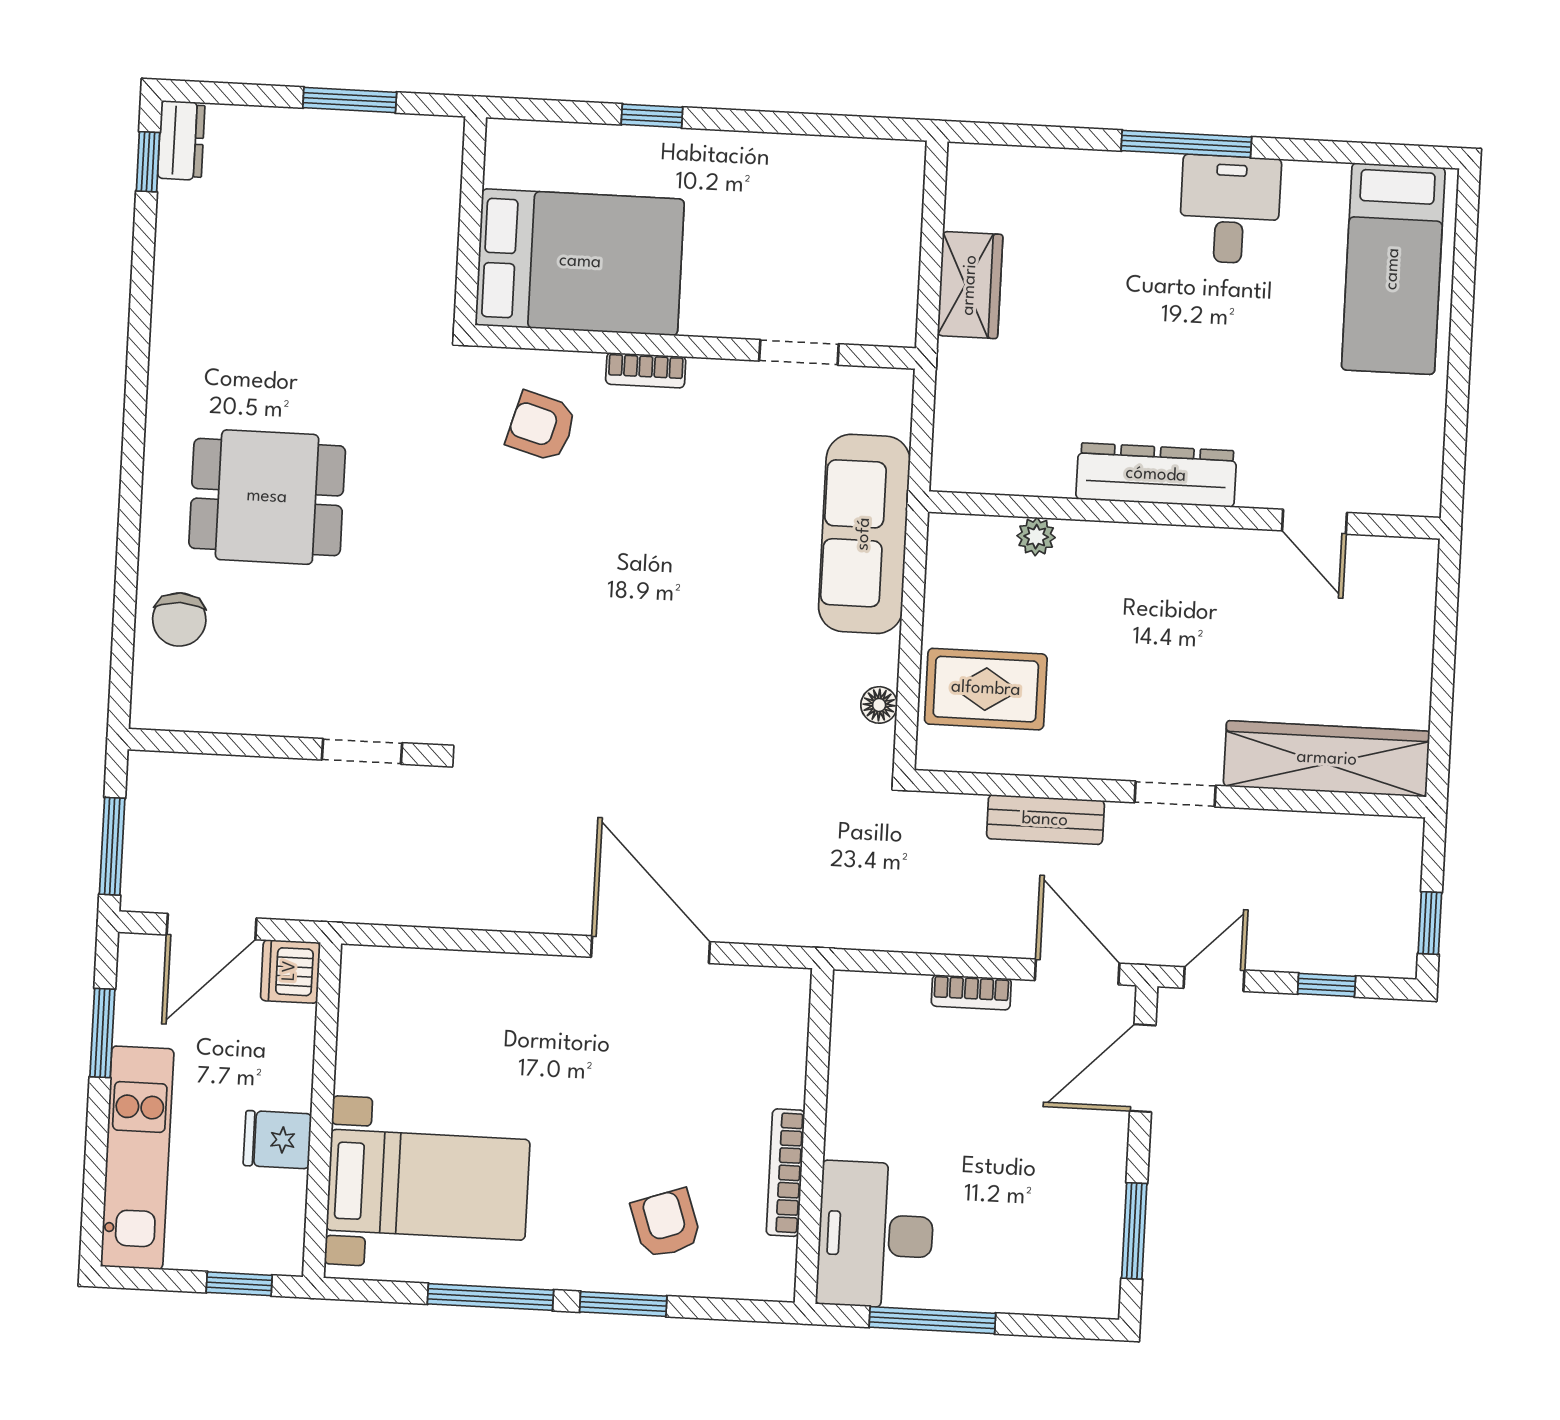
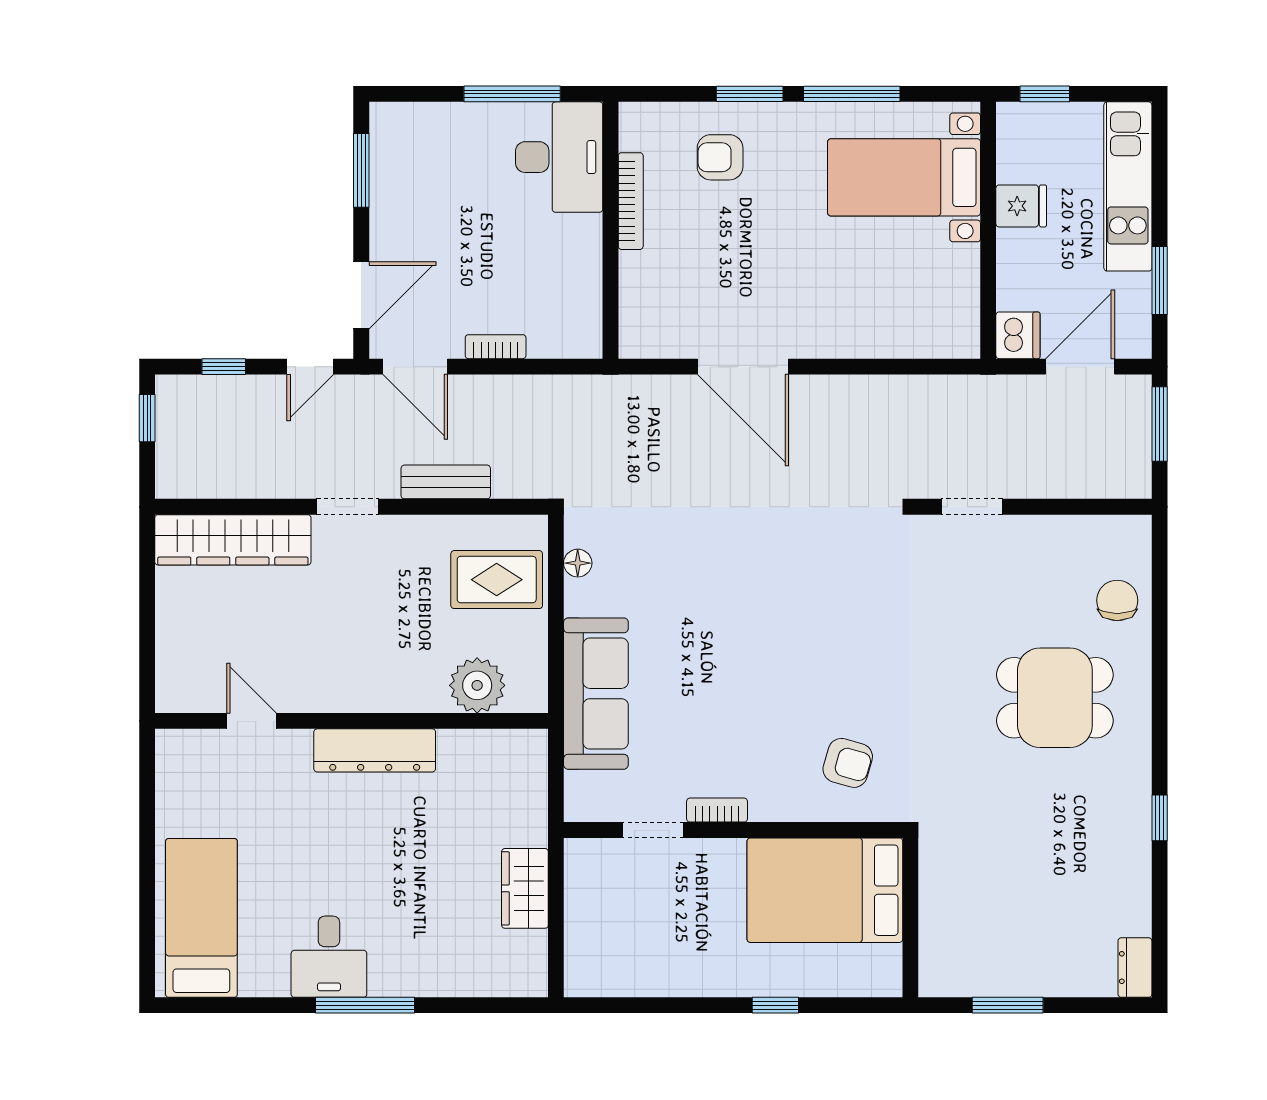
window: (148, 162) -> (1160, 818), moved
bookcase: (646, 370) -> (717, 810), moved
plant: (1036, 537) -> (477, 685), width x1.87, depth x1.87
armchair: (666, 1224) -> (720, 157), turned 109

